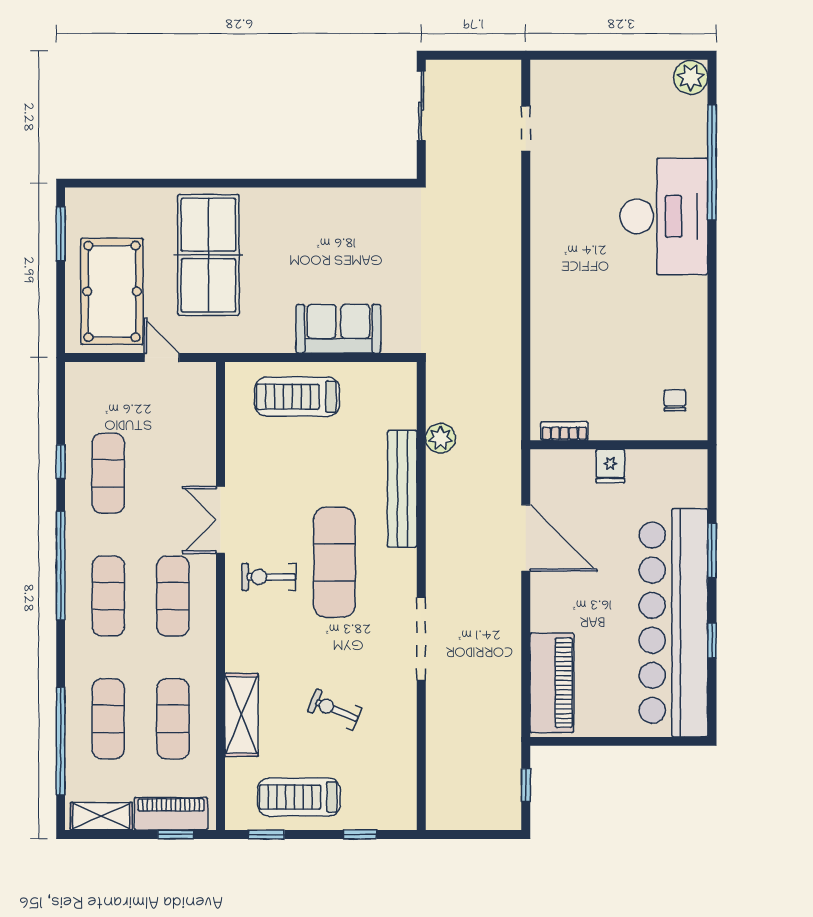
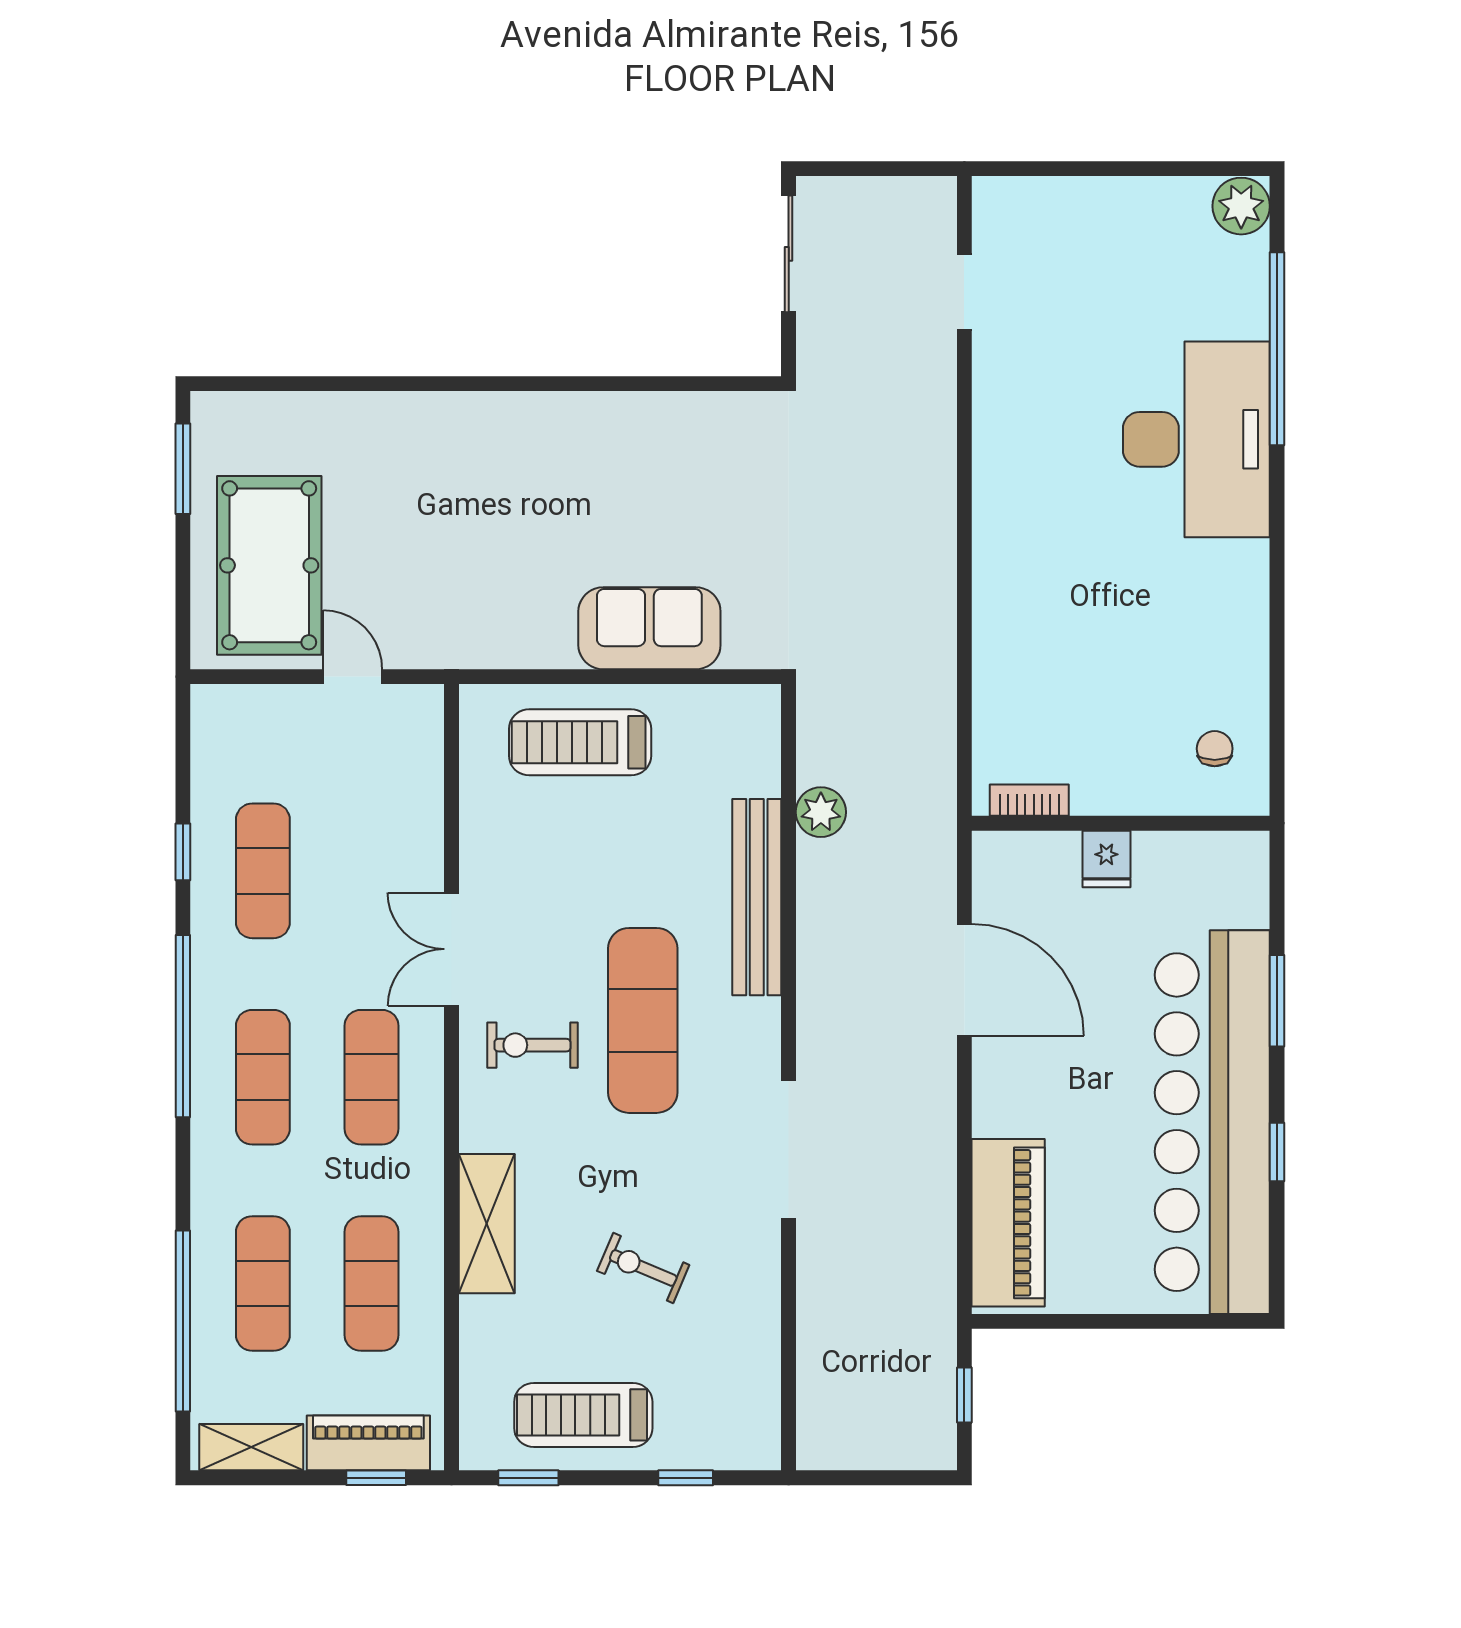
table tennis table: (208, 255) -> (431, 504), removed
shelving: (242, 715) -> (487, 1224), moved

